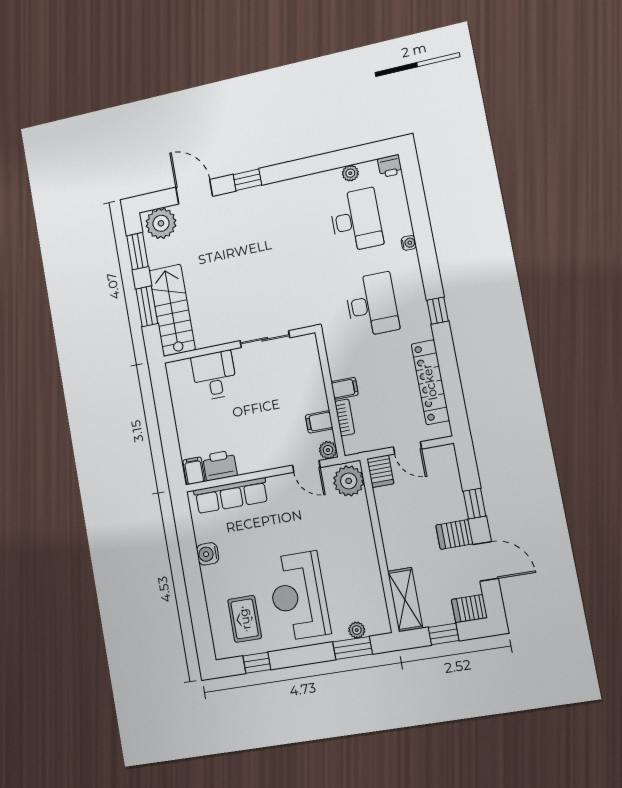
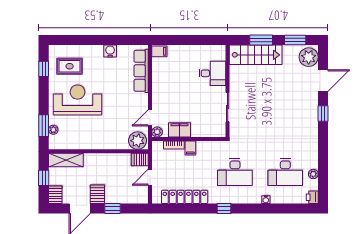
filing cabinet: (319, 422) -> (180, 130), width x2.00
printer: (220, 465) -> (160, 67), removed

